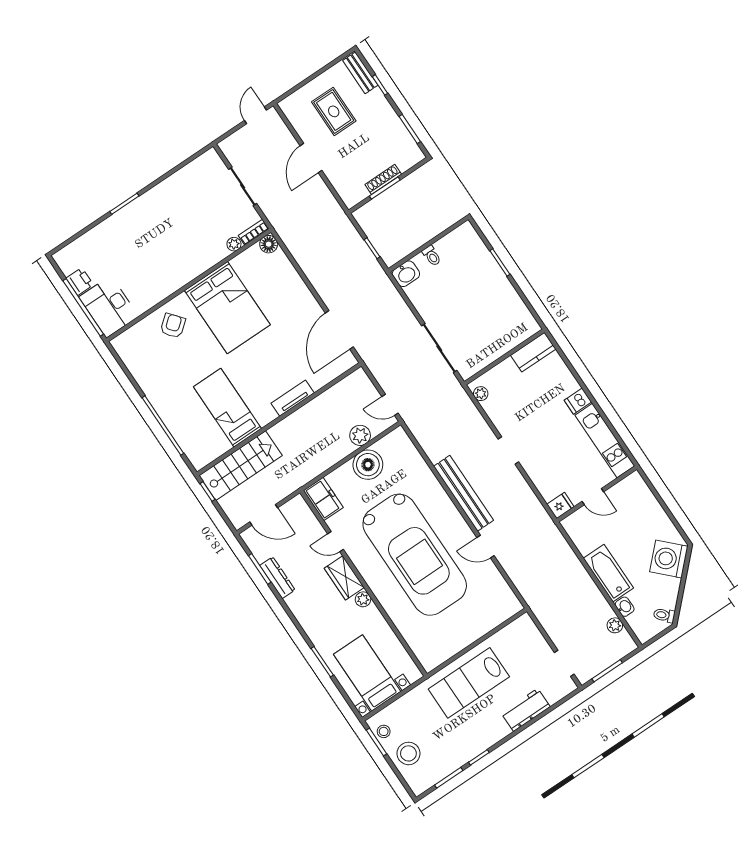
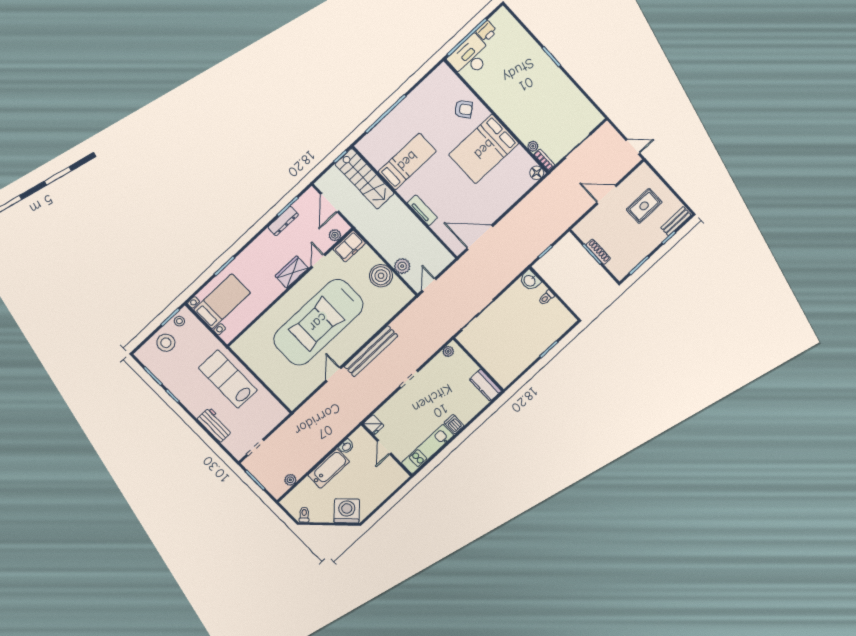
plant: (363, 599) -> (335, 235), moved
washbasin: (625, 607) -> (346, 447), moved

